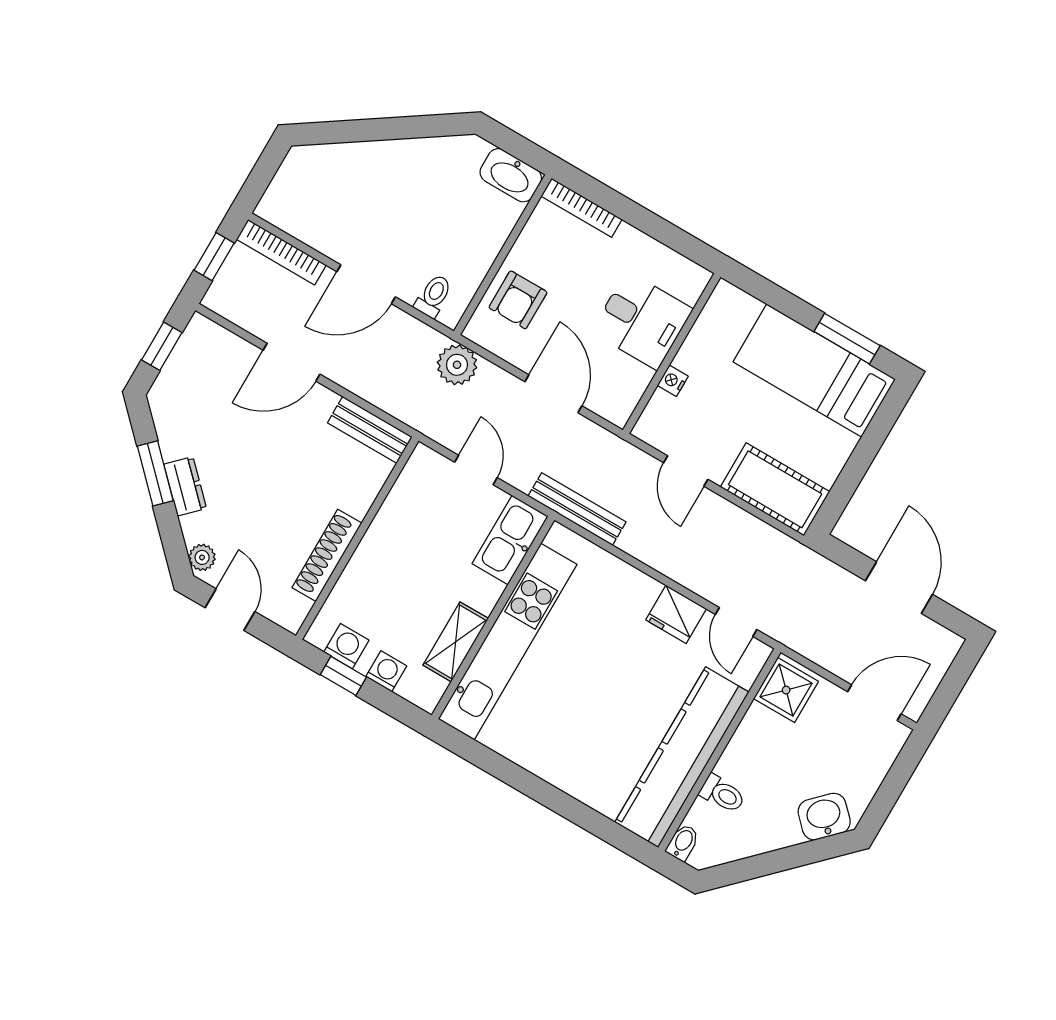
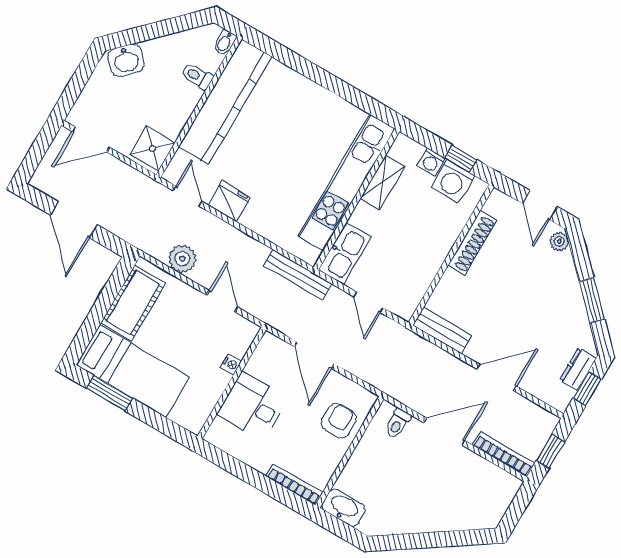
plant: (457, 365) -> (182, 259), moved
dresser: (185, 486) -> (578, 369), moved, turned 45
cot: (775, 489) -> (133, 303), moved, turned 90
washing machine: (346, 646) -> (453, 181), width x1.38, depth x1.38

